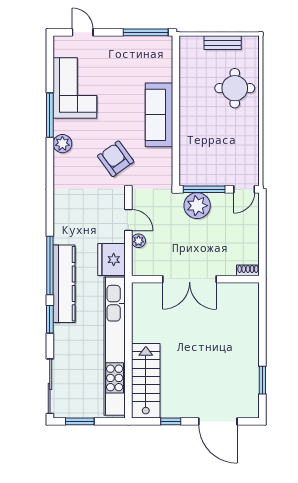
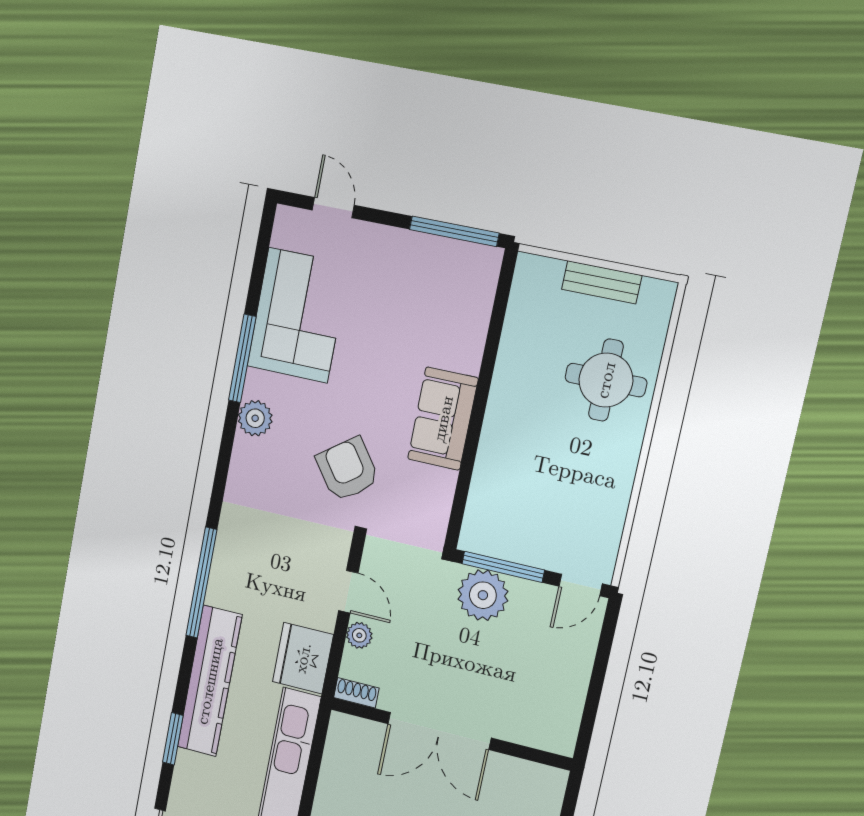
sofa: (159, 115) -> (443, 419), width x0.73
window: (50, 265) -> (201, 583), moved
shoe rack: (248, 270) -> (356, 693), moved

